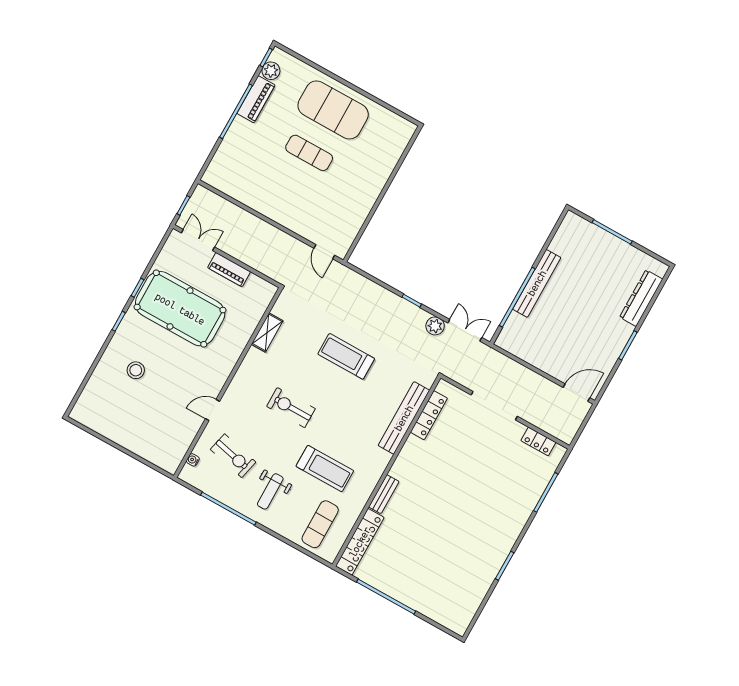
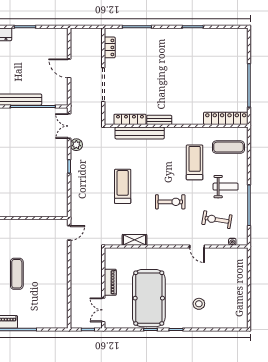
treadmill: (346, 356) -> (123, 186), turned 180
door: (576, 393) -> (69, 68), moved
exercise bike: (291, 408) -> (170, 202), turned -90
exercise bike: (233, 456) -> (217, 220), turned -94
bench: (384, 494) -> (159, 120), moved

